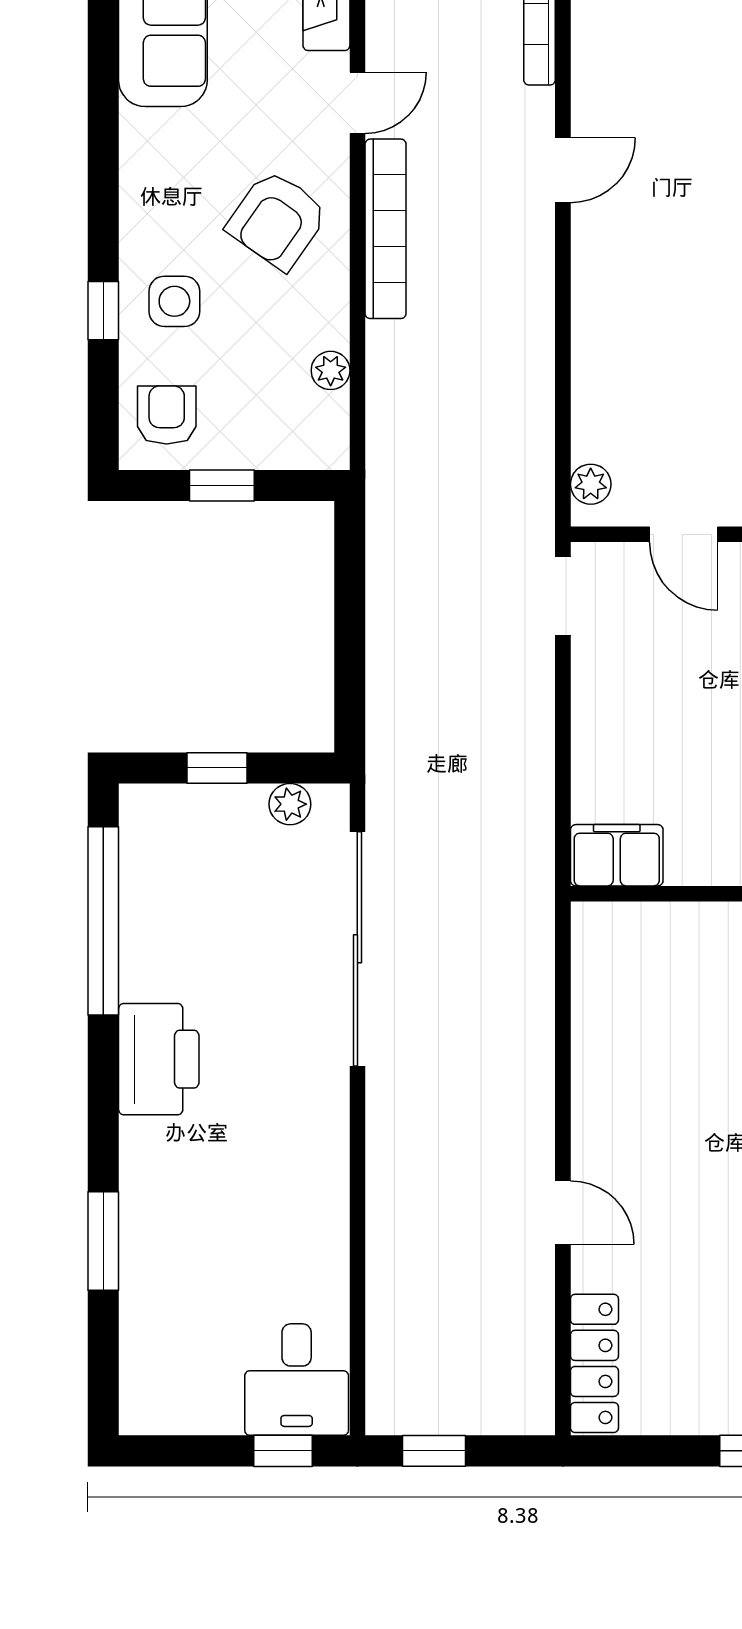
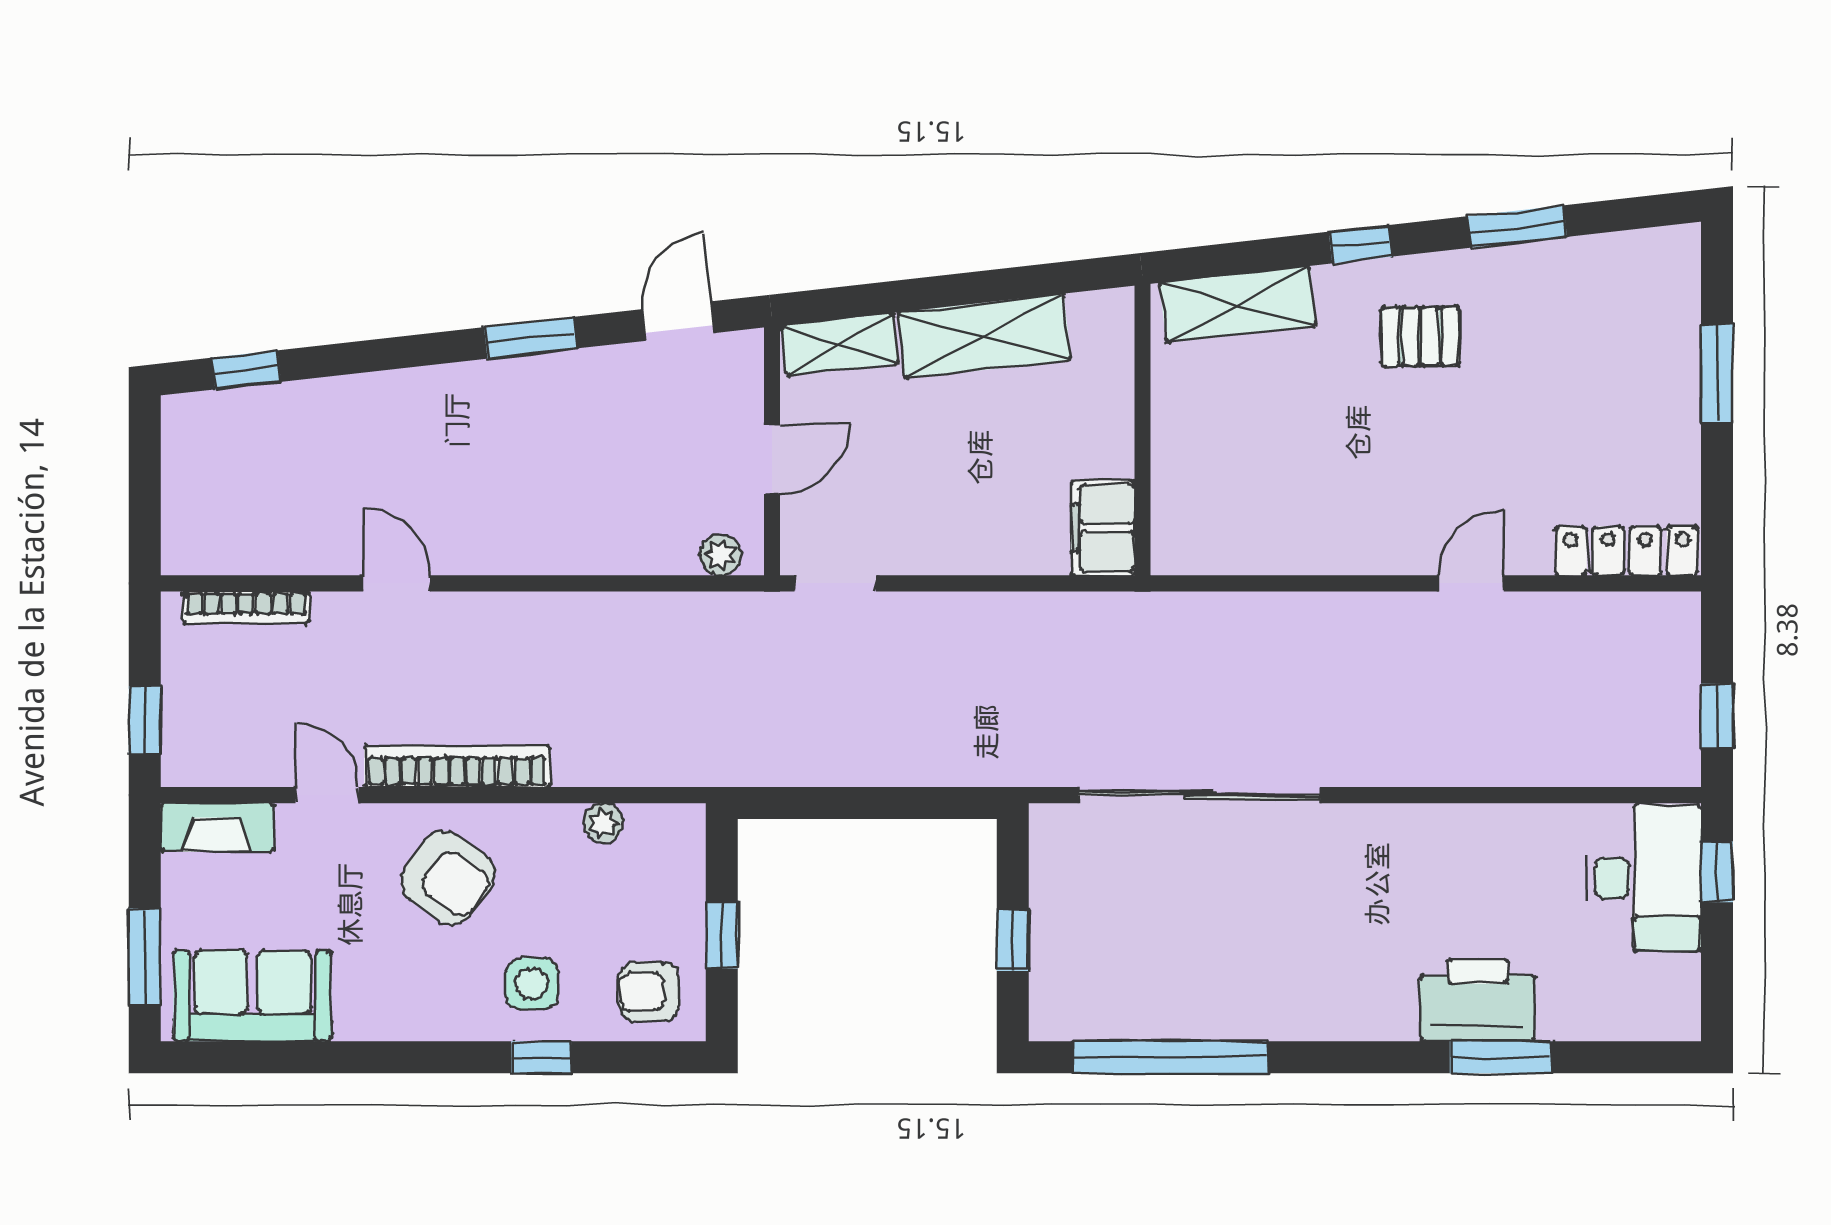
plant: (290, 804) -> (1050, 865), removed
printer: (159, 1059) -> (1478, 1000), moved
desk: (297, 1380) -> (1643, 878), width x1.37

